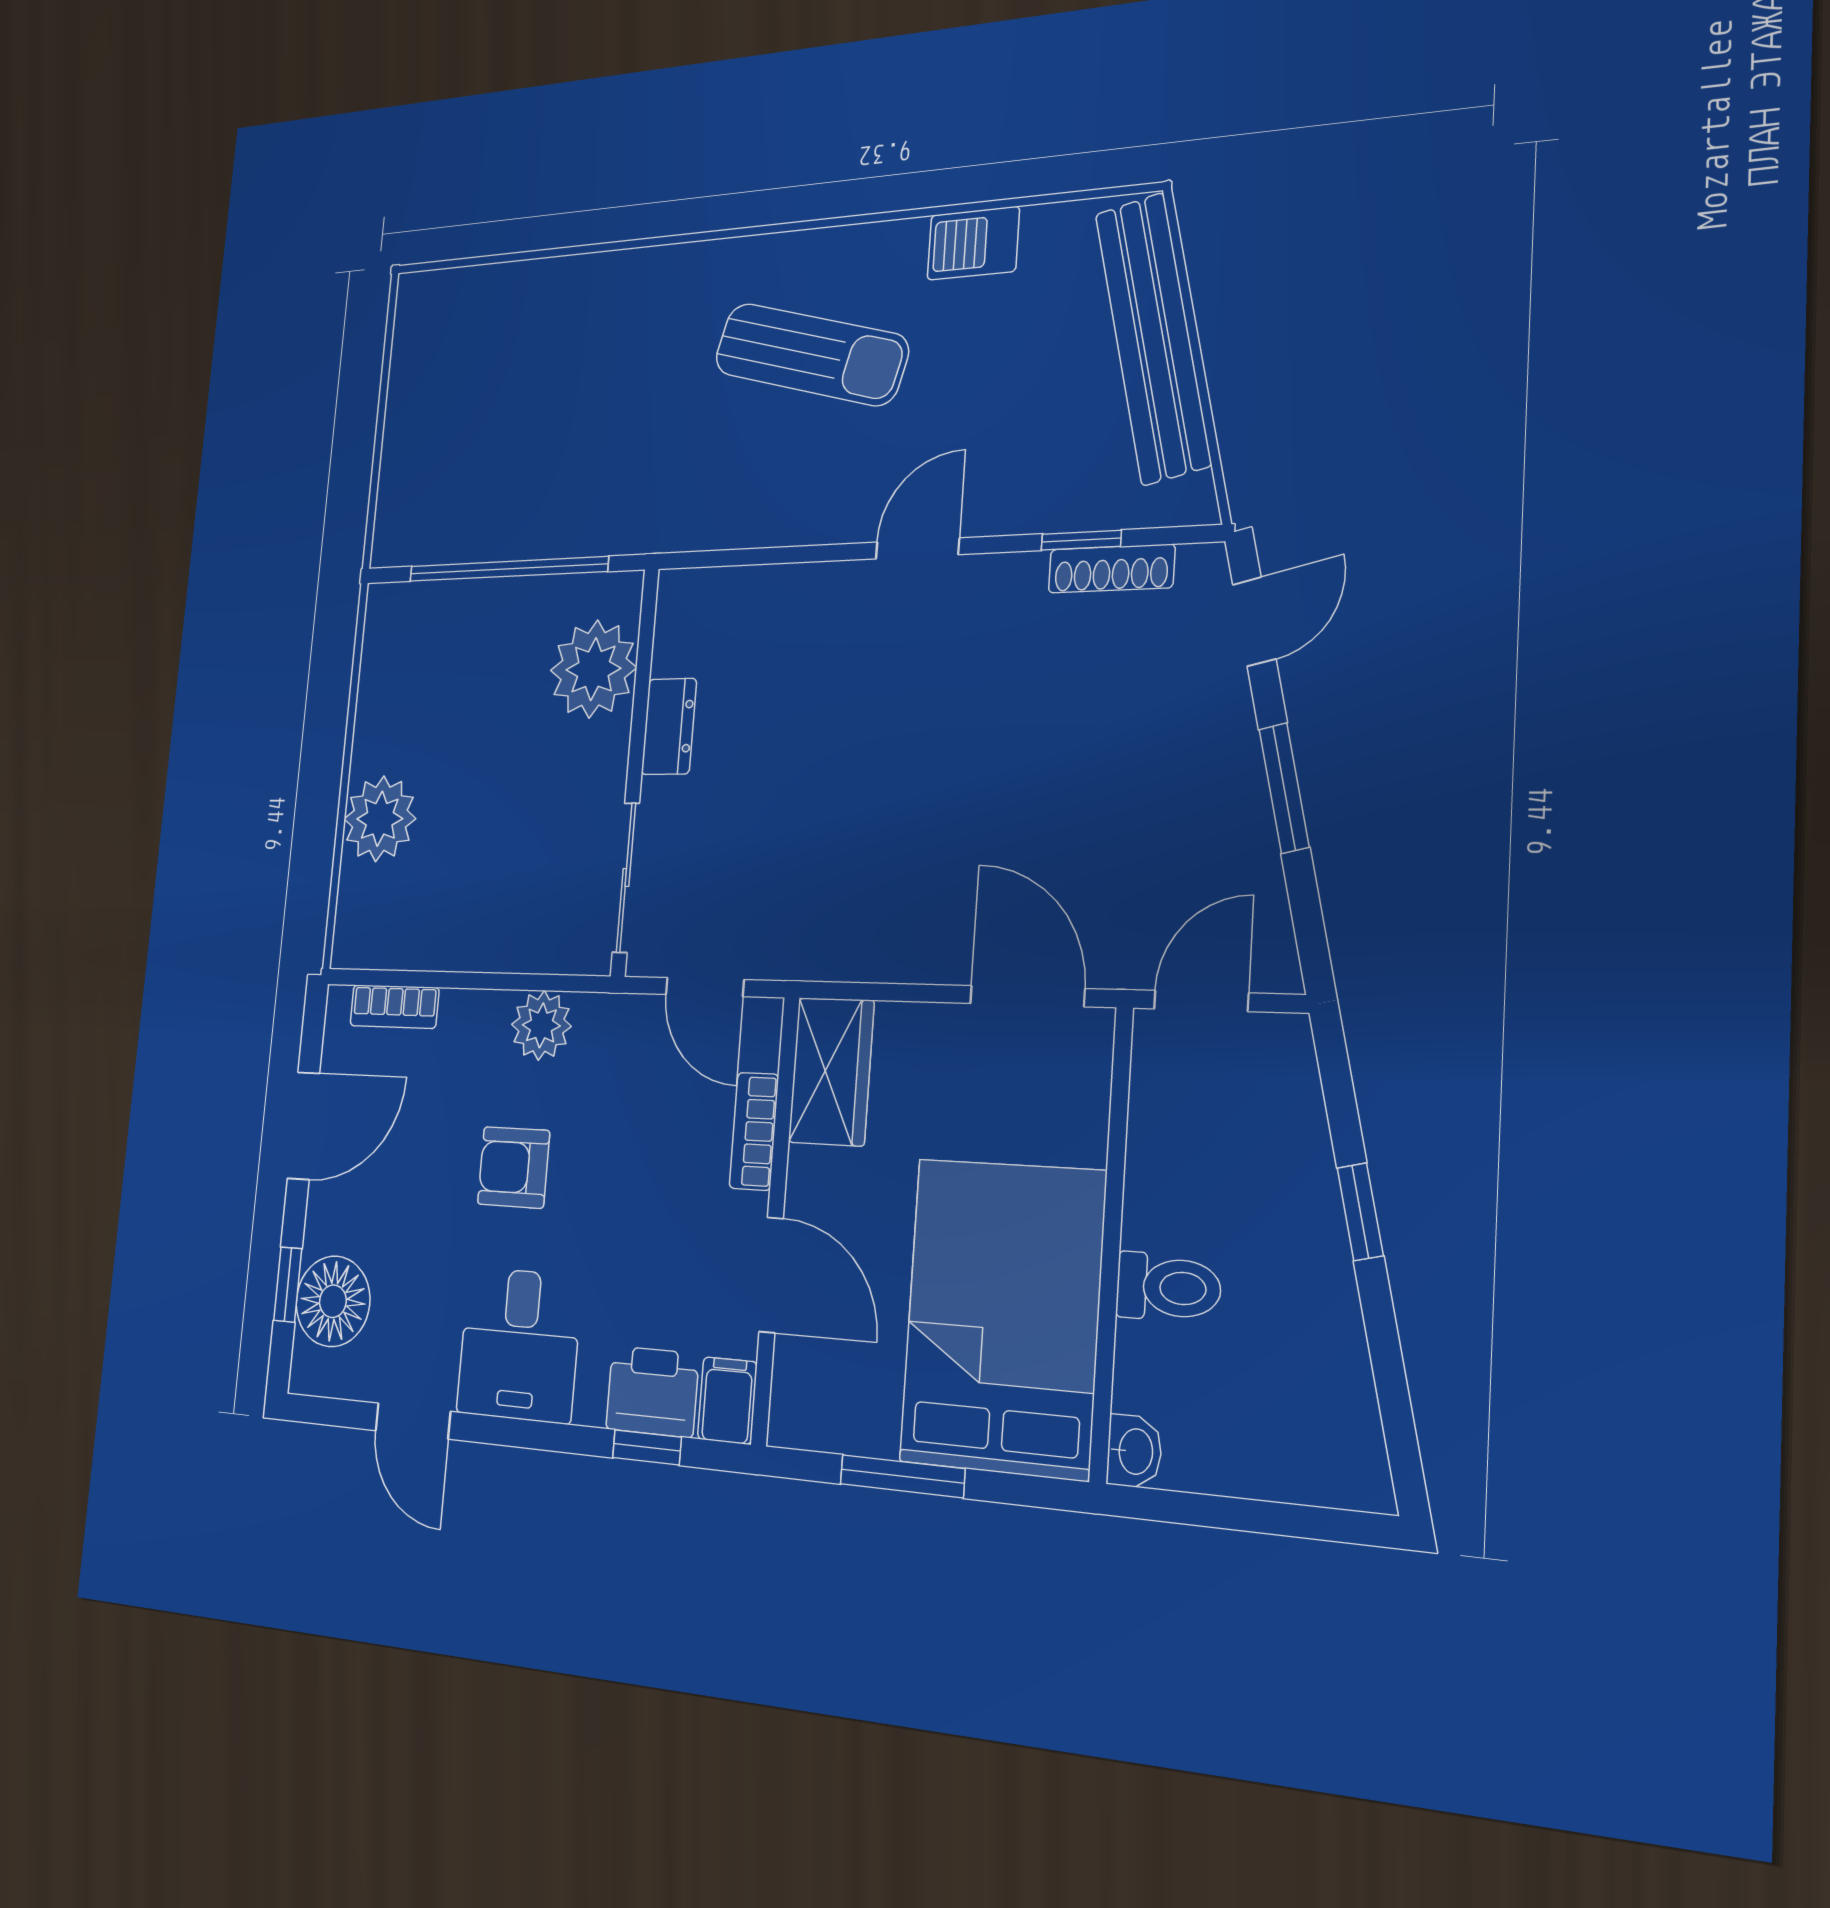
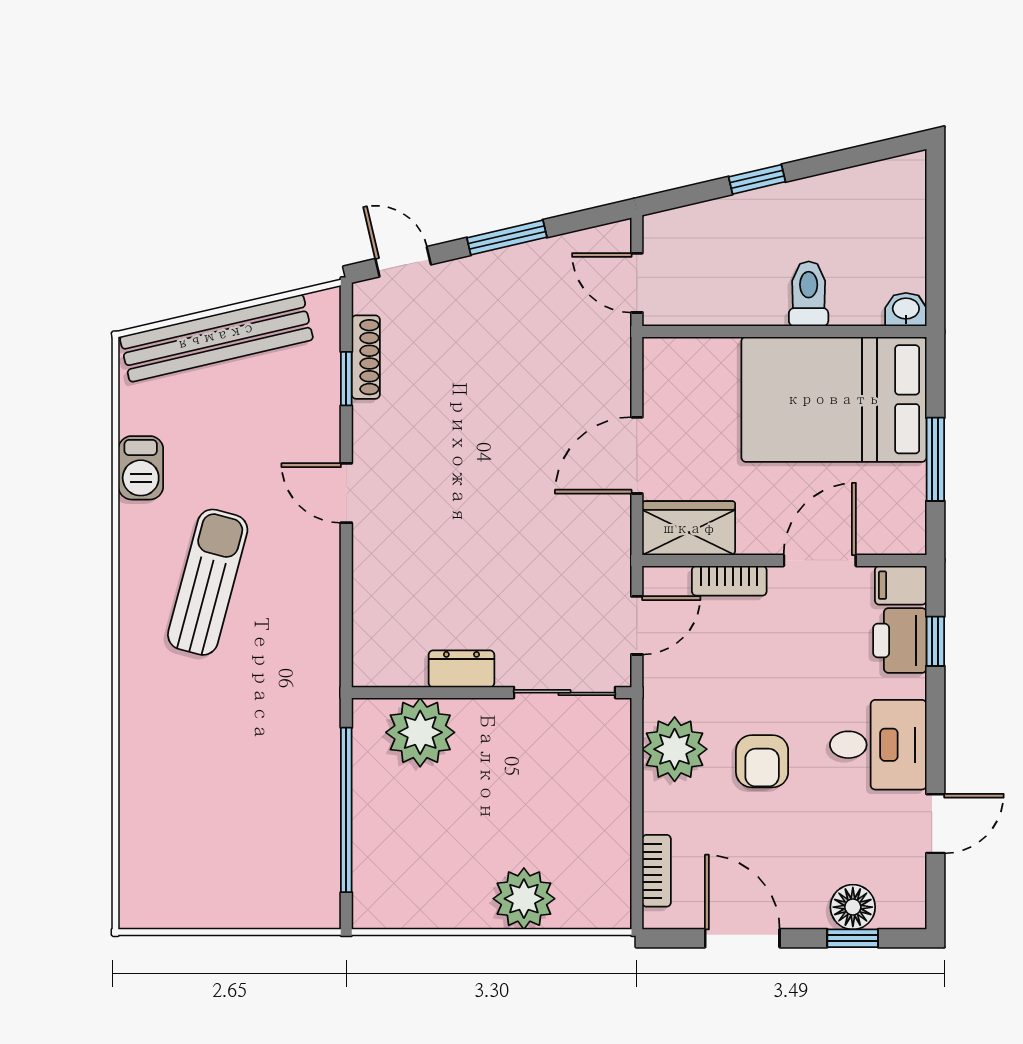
door: (1027, 996) -> (637, 455), moved
plant: (541, 1025) -> (675, 749), width x1.36, depth x1.36
floor lamp: (333, 1301) -> (853, 907), width x0.73, depth x0.73

